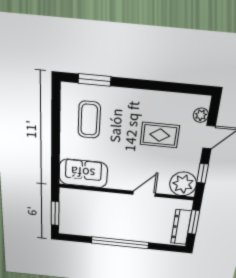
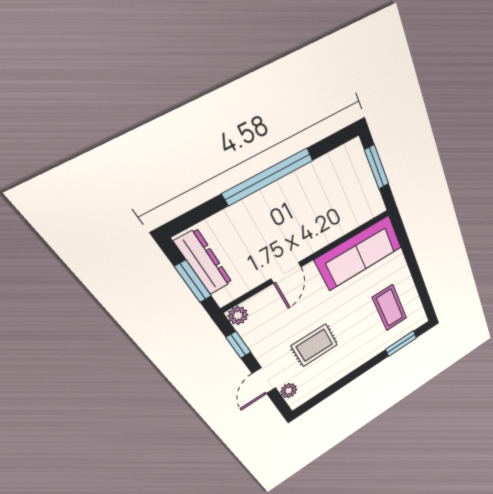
sofa: (83, 173) -> (359, 253), width x1.36
plant: (183, 184) -> (238, 315), width x0.53, depth x0.53

